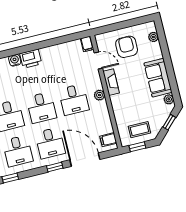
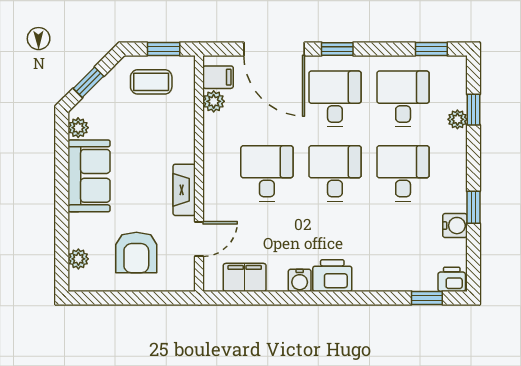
filing cabinet: (87, 44) -> (245, 277), moved, width x2.00
water cooler: (15, 60) -> (300, 280), moved
door: (98, 61) -> (199, 239), swing flipped
plant: (99, 95) -> (214, 101), moved

